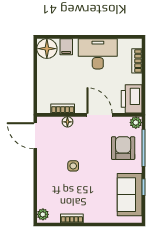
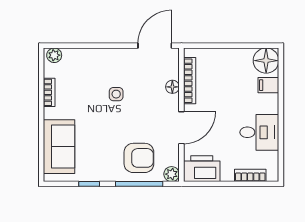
desk: (98, 54) -> (259, 132), width x0.73
bookcase: (63, 108) -> (190, 81), width x1.56
sofa: (130, 195) -> (59, 147), moved, turned 90

